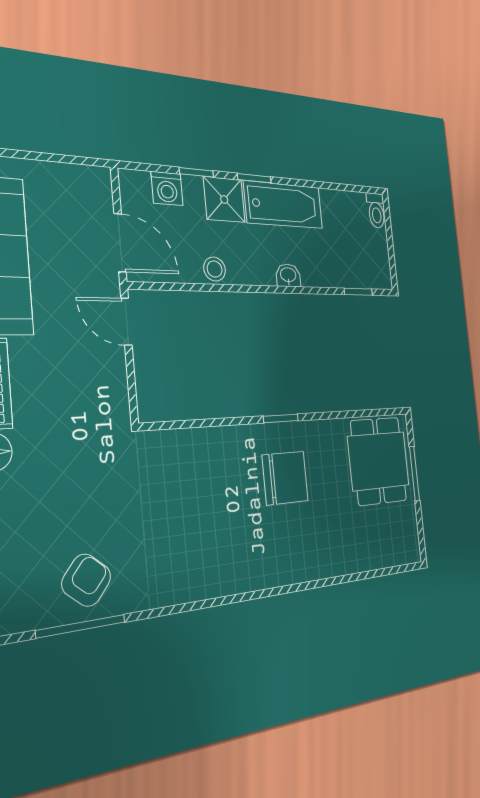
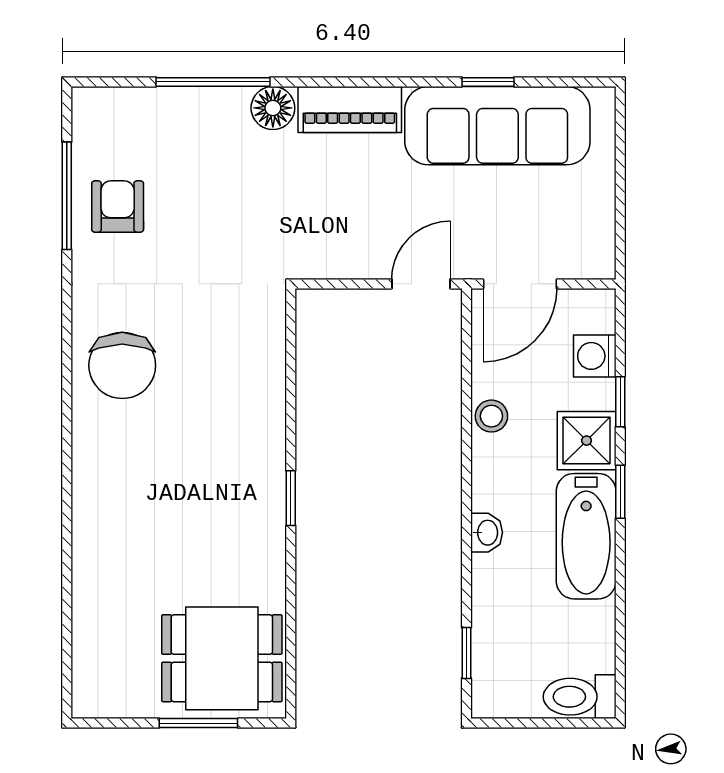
toilet: (376, 211) -> (580, 697), width x1.37, depth x1.39
chair: (285, 478) -> (122, 365), moved
armchair: (86, 580) -> (118, 206), turned -130

